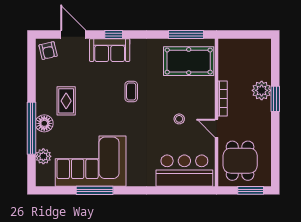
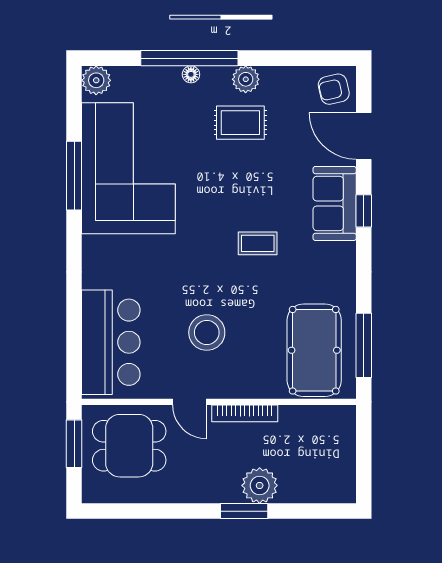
door: (73, 34) -> (364, 136), swing flipped
plant: (43, 98) -> (246, 79), added
stool: (179, 119) -> (207, 332), width x1.89, depth x1.89
floor lamp: (44, 123) -> (191, 74), width x0.53, depth x0.53
door: (216, 128) -> (189, 402), swing flipped
plant: (43, 156) -> (96, 80), moved
window: (251, 190) -> (74, 444), moved

